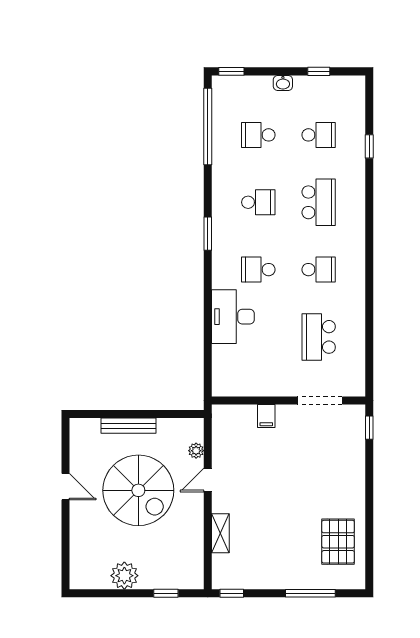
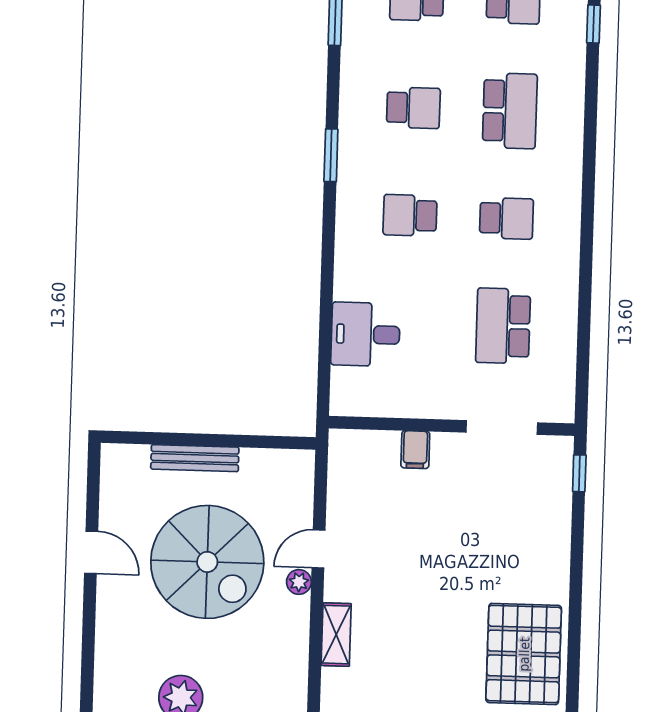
desk: (233, 317) -> (365, 334), moved, width x0.73
plant: (196, 451) -> (299, 582), moved
pallet: (338, 542) -> (524, 654), width x1.37, depth x1.41

